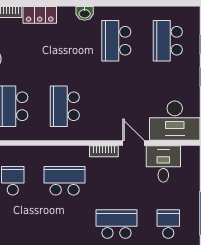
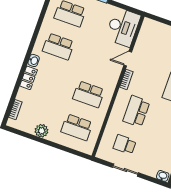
locker: (40, 15) -> (29, 78), moved
desk: (163, 164) -> (148, 44), removed

